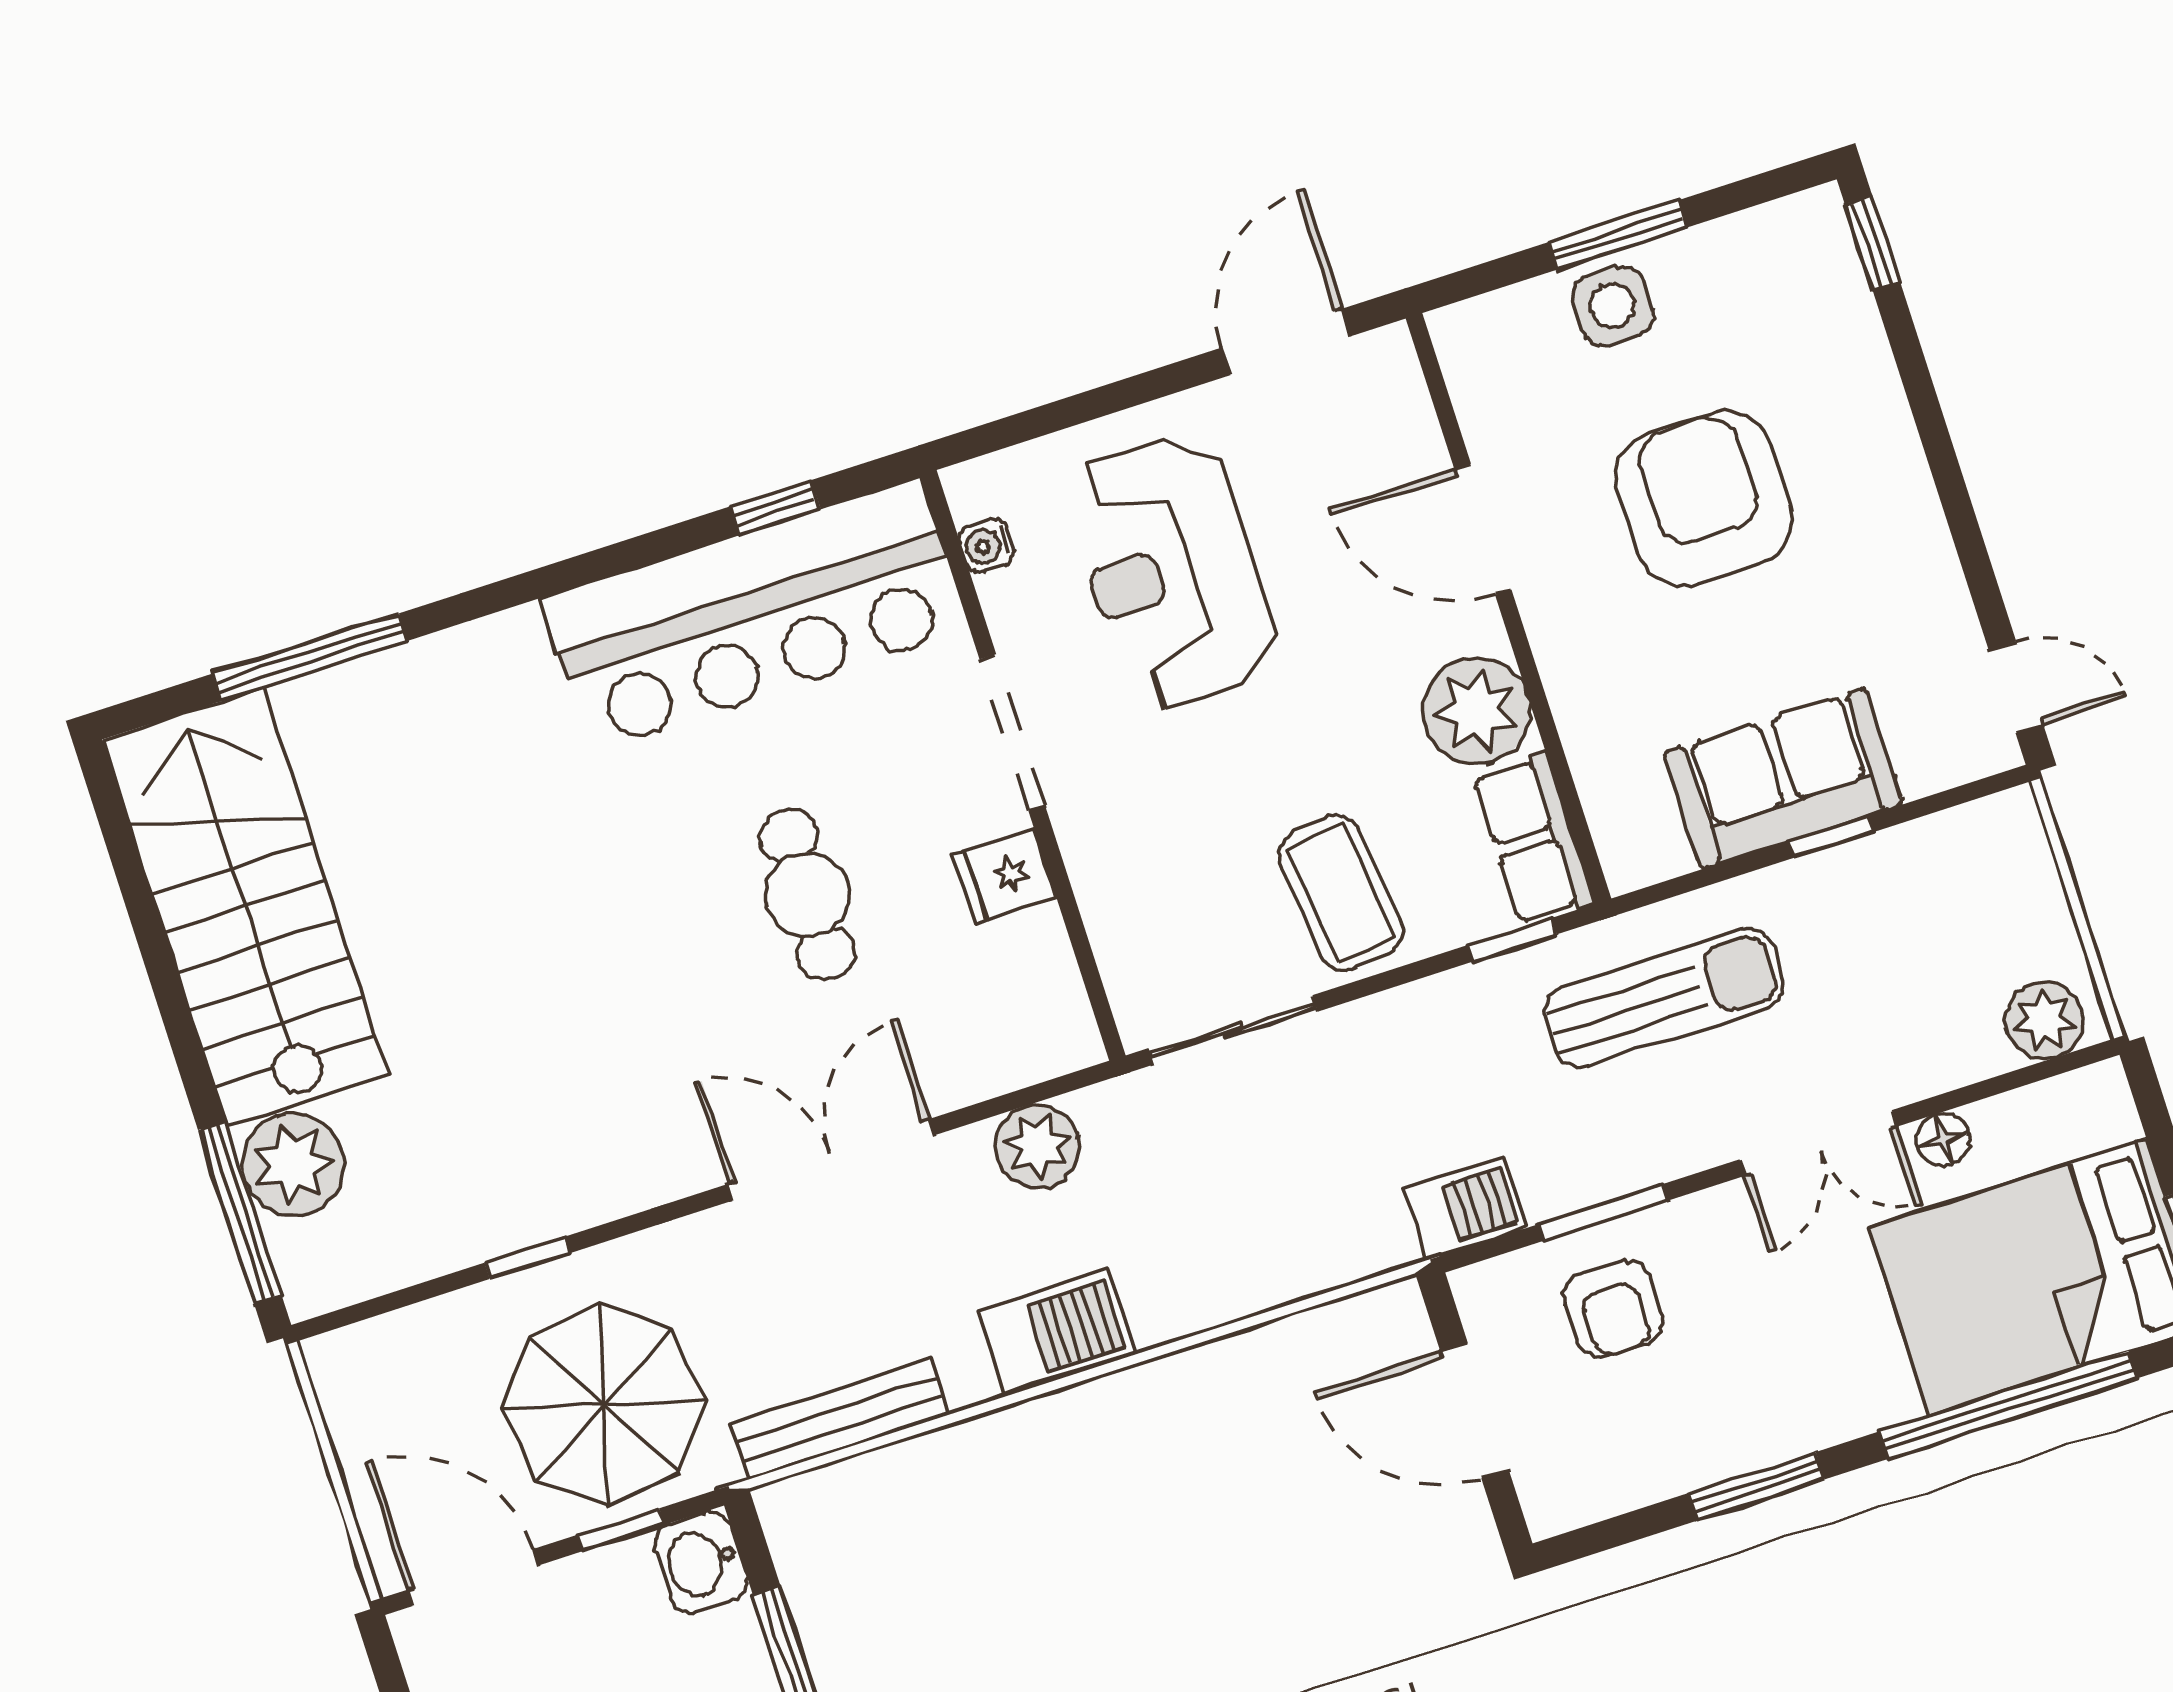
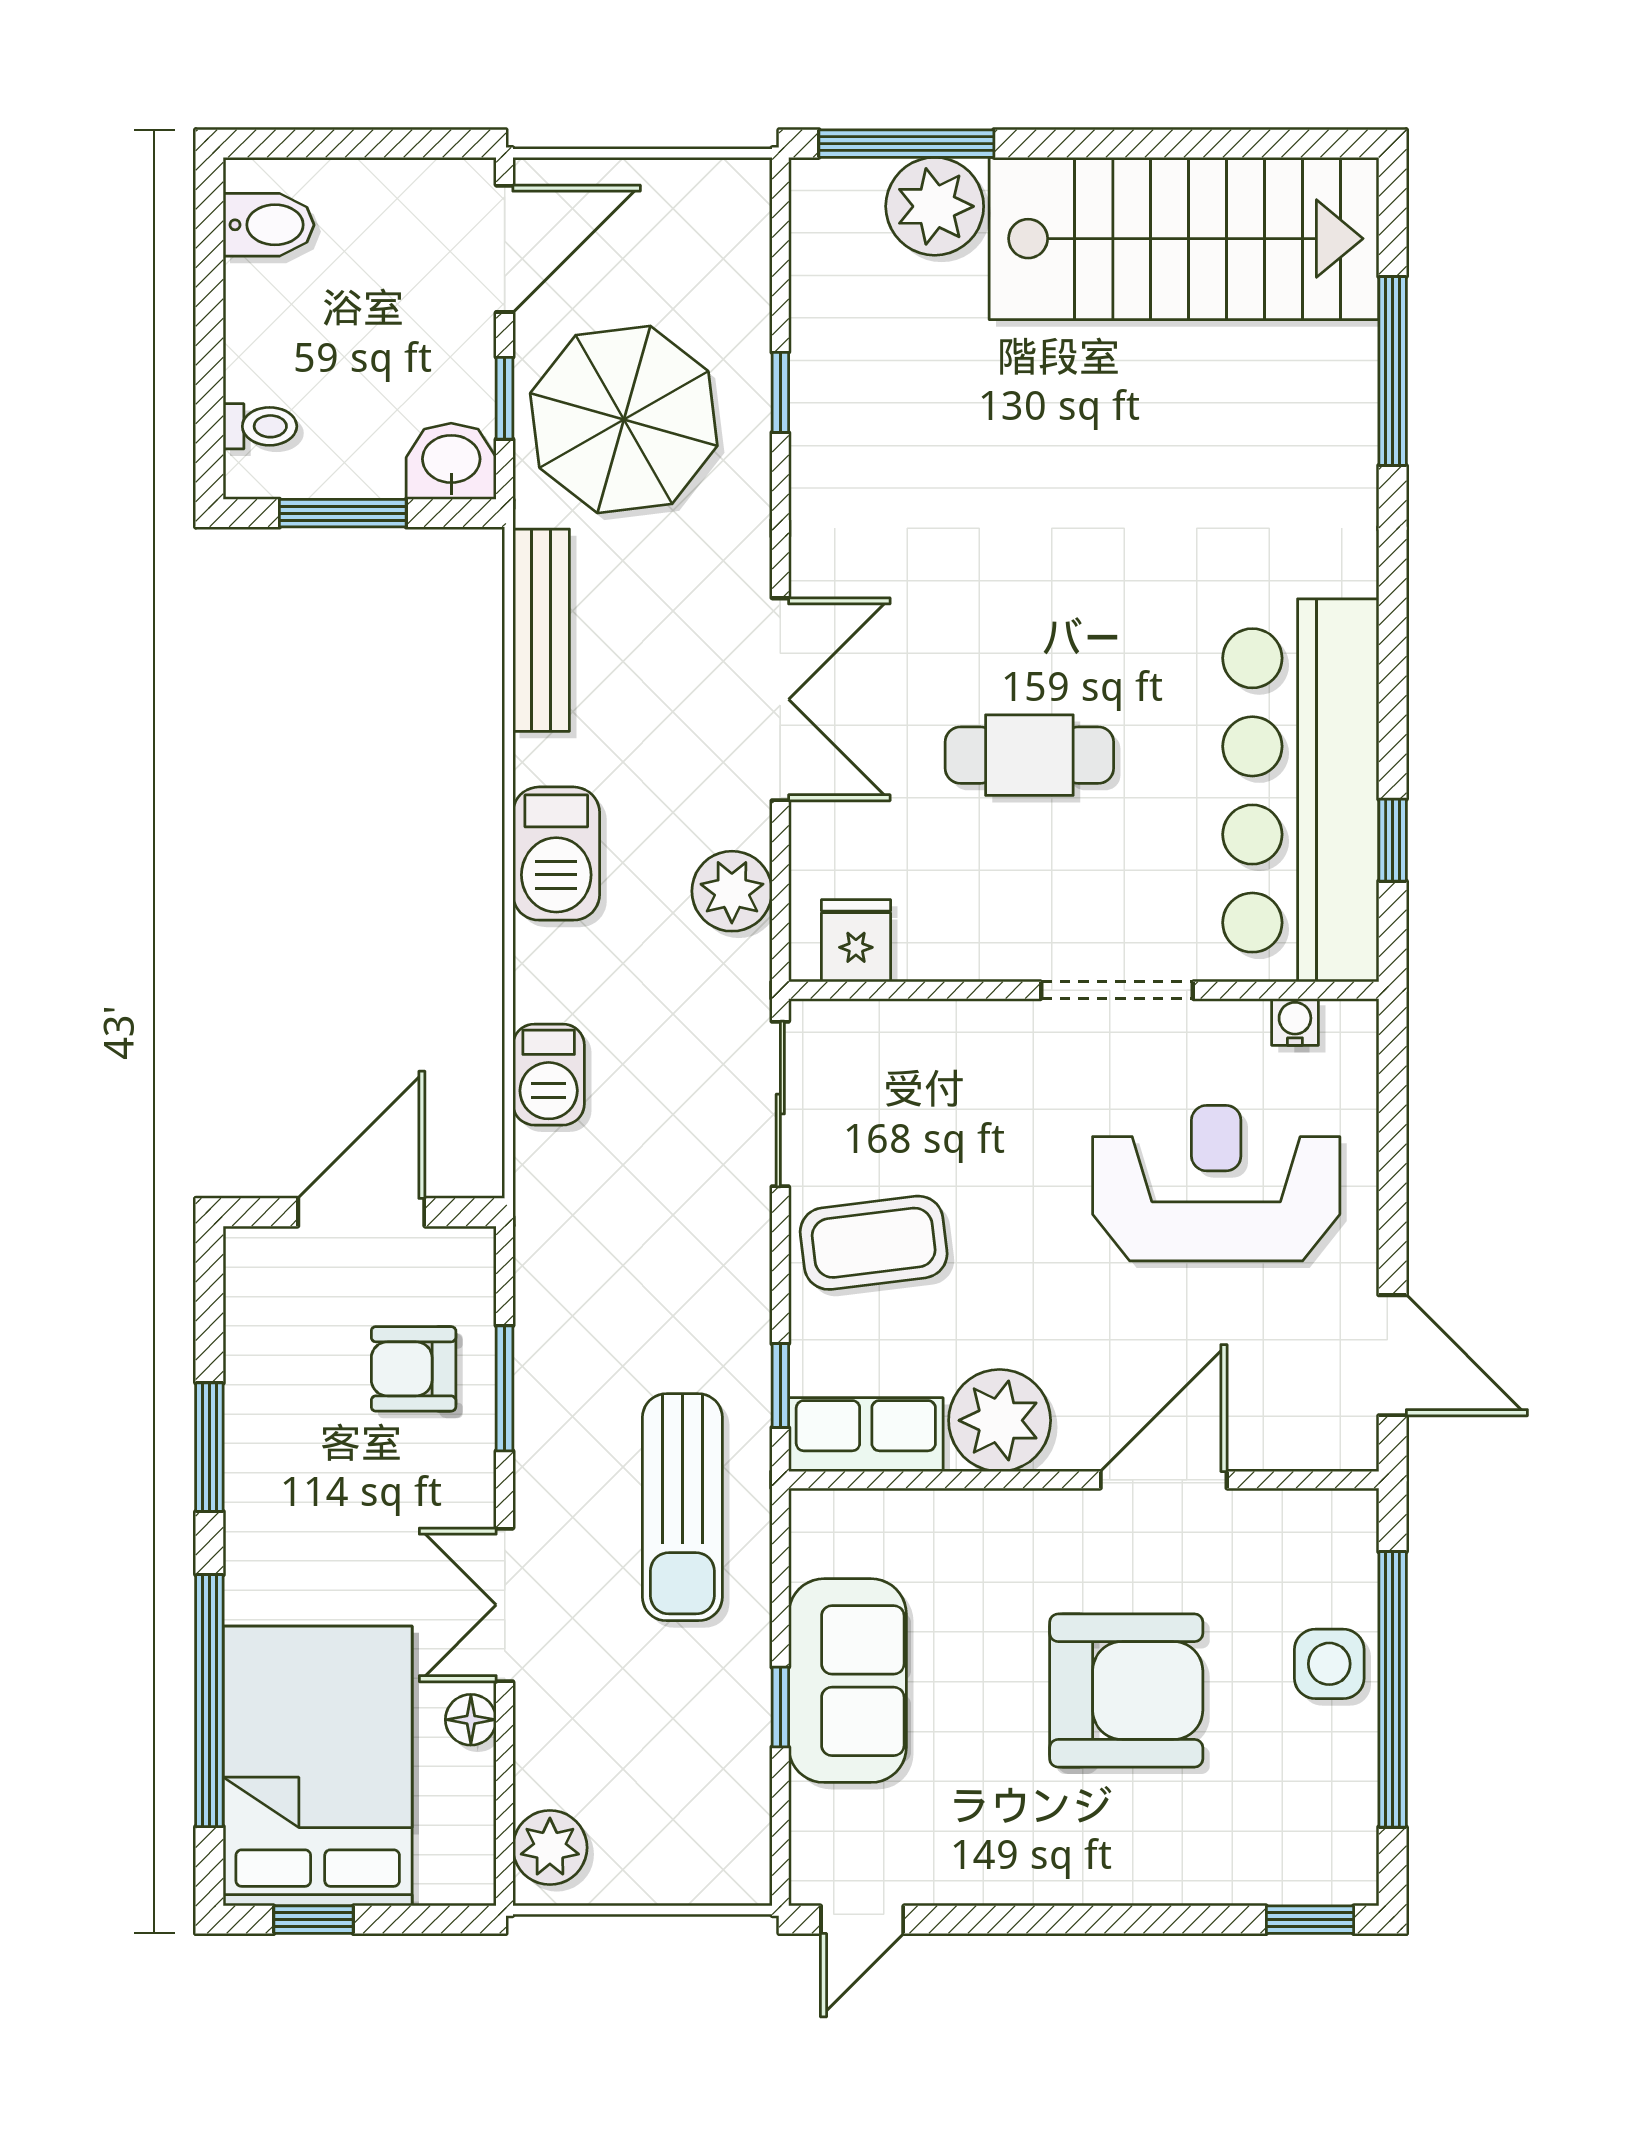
window: (1617, 235) -> (1393, 1689), width x2.11
fridge: (1004, 876) -> (856, 941), moved
barbecue: (1465, 1209) -> (549, 1075), moved

